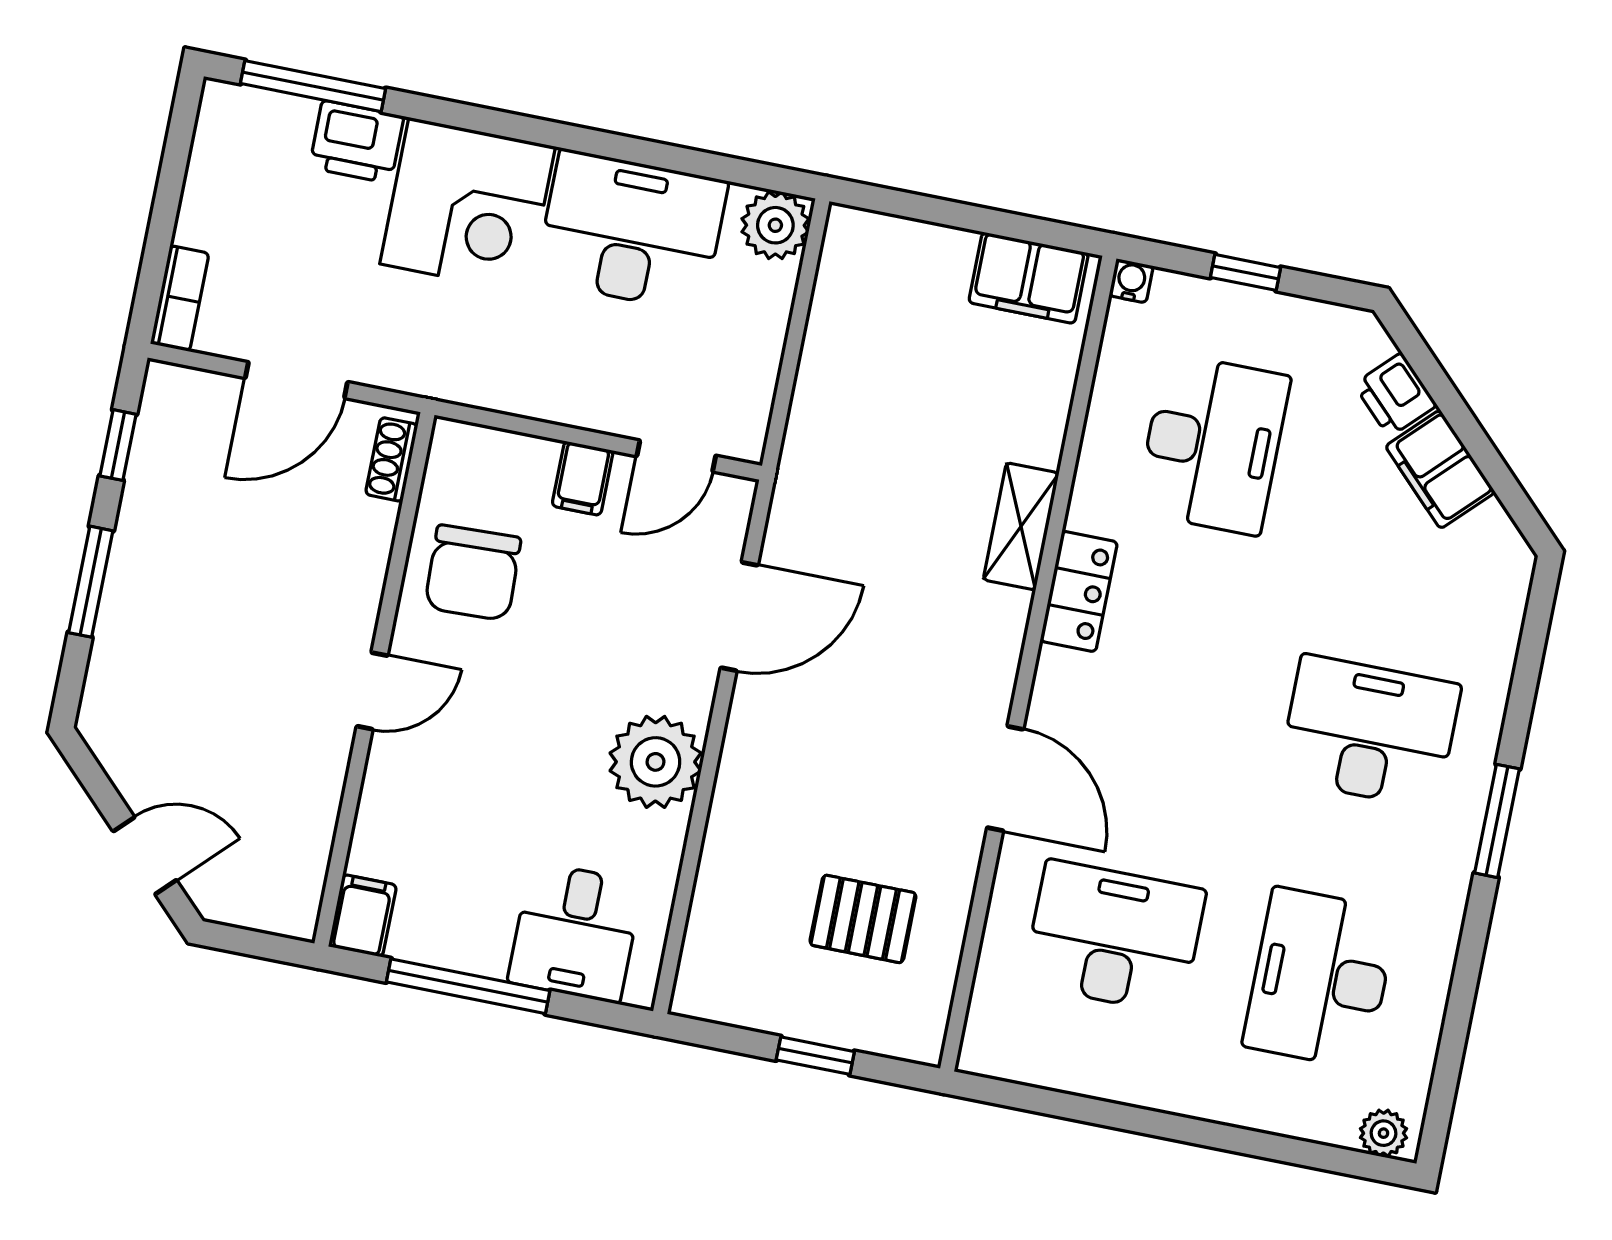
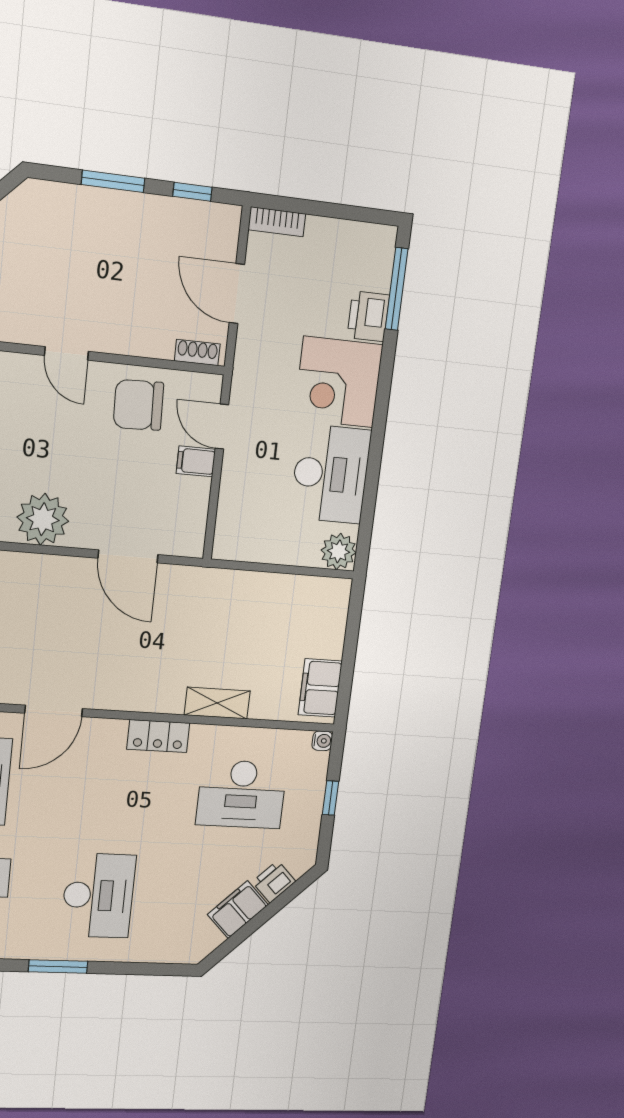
door: (676, 456) -> (222, 427), moved
shelving: (1021, 526) -> (217, 703), moved

